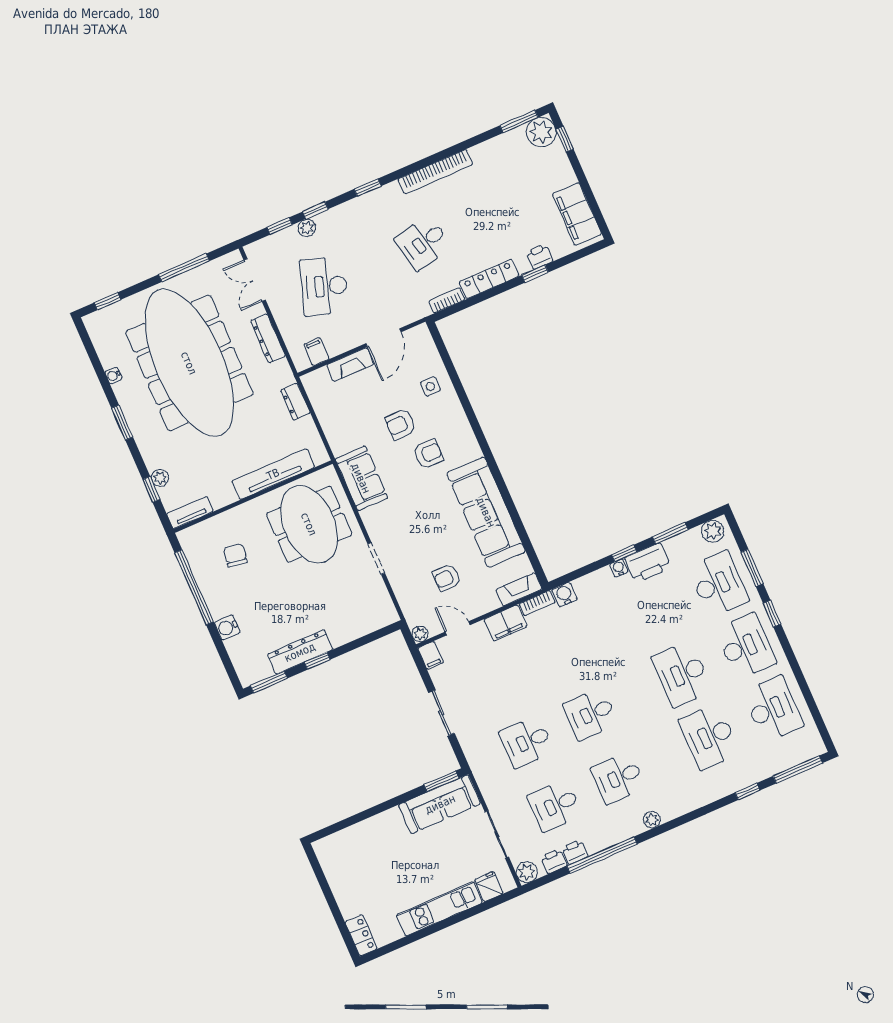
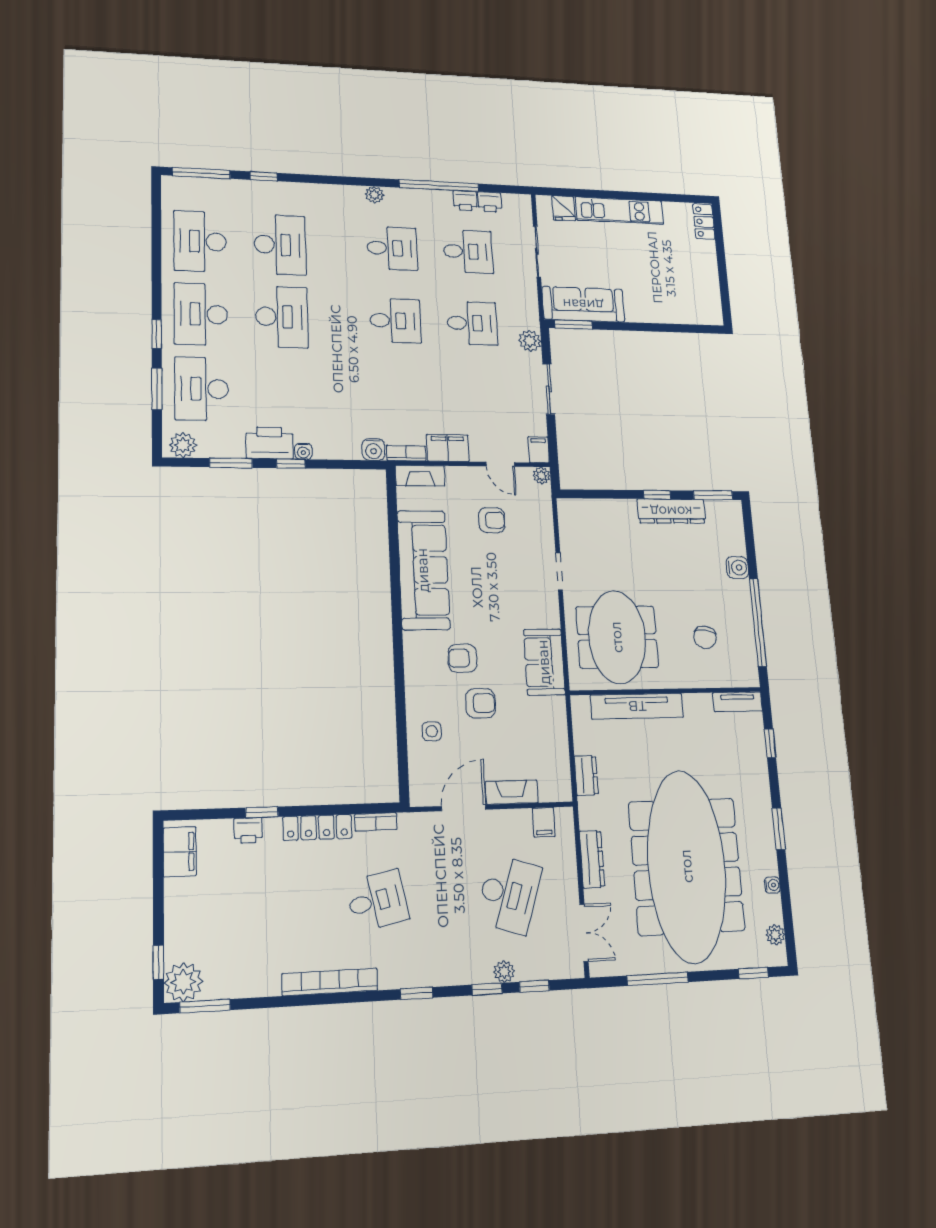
filing cabinet: (577, 214) -> (180, 852), width x0.67, depth x0.86
plant: (160, 478) -> (775, 935), moved
plant: (527, 872) -> (530, 341), moved

